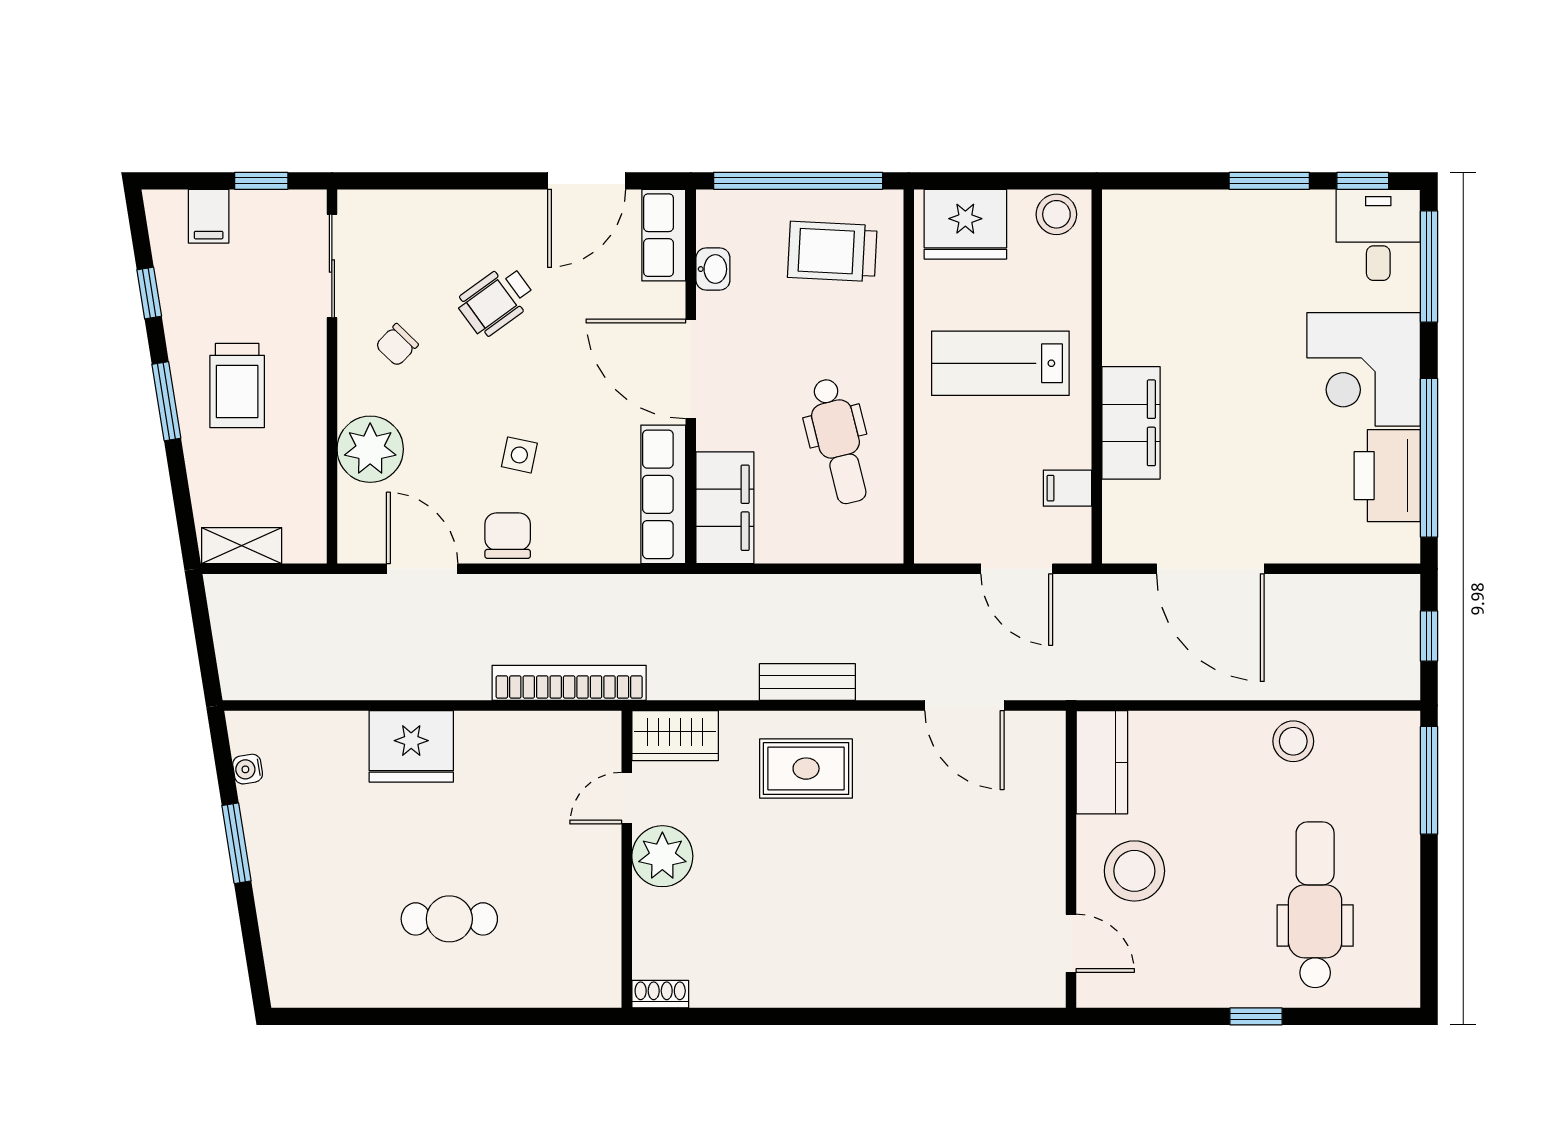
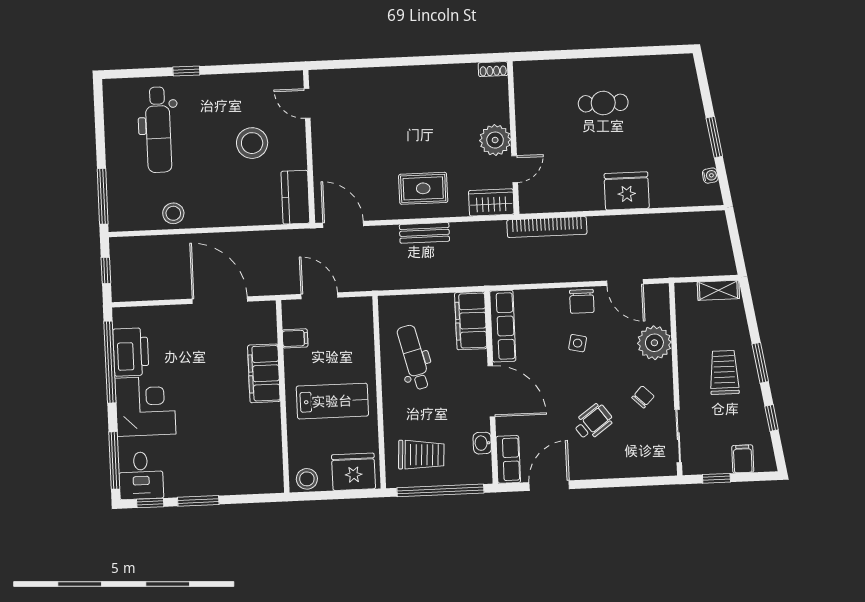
kitchen counter: (1102, 762) -> (295, 197), moved
wall: (1071, 859) -> (309, 147), moved
door: (1071, 943) -> (307, 103), moved

